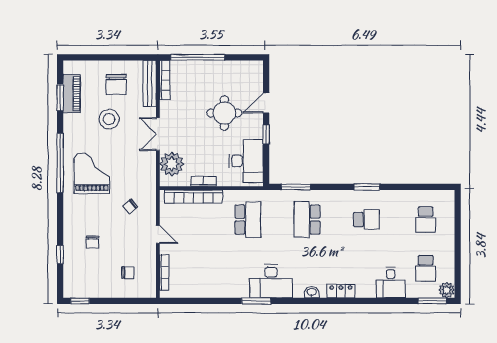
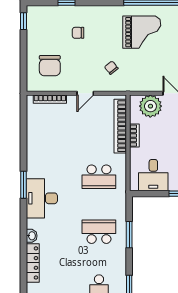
desk: (246, 161) -> (153, 175), width x0.73
window: (296, 187) -> (129, 235), moved
chair: (128, 273) -> (50, 66), width x1.87, depth x1.87
locker: (341, 291) -> (33, 263), width x1.53

